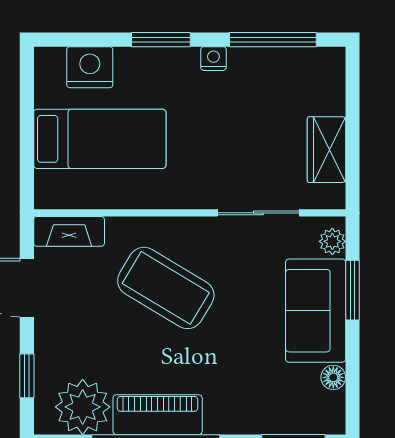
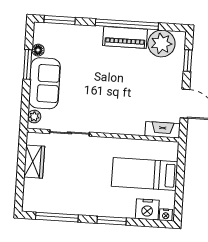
nightstand: (213, 59) -> (166, 215), moved
coffee table: (166, 288) -> (117, 99), removed
window: (352, 290) -> (28, 64), moved

